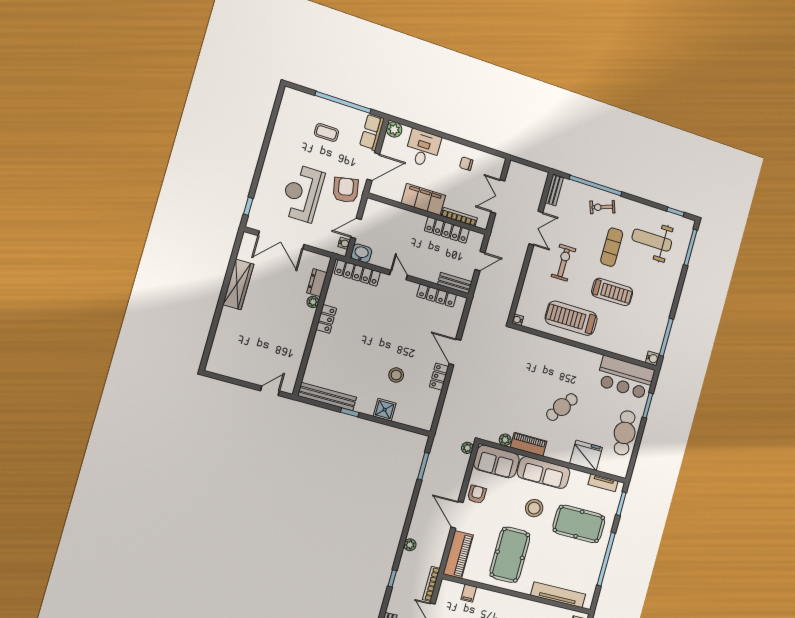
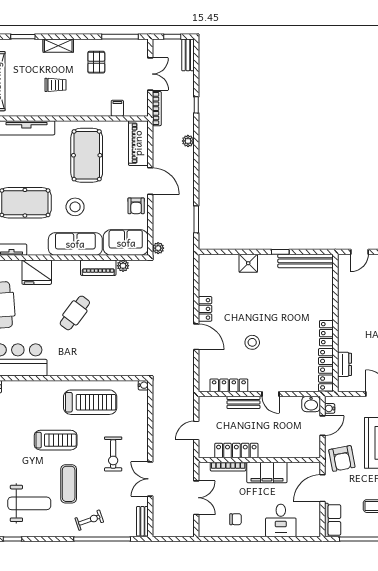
plant: (394, 129) -> (313, 529), removed
locker: (357, 273) -> (326, 370), moved, turned -90
bench: (455, 283) -> (243, 402), moved
treadmill: (612, 292) -> (56, 440), turned 180
plant: (313, 302) -> (343, 345), removed
stool: (396, 375) -> (252, 342), moved

